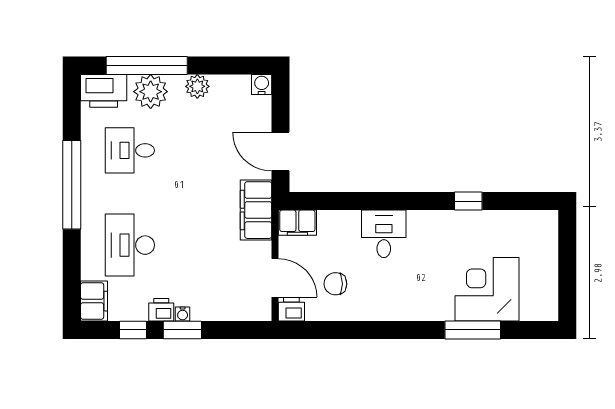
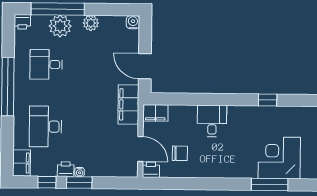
printer: (104, 91) -> (22, 22), width x0.53, depth x0.68
chair: (335, 284) -> (180, 153), turned 180

